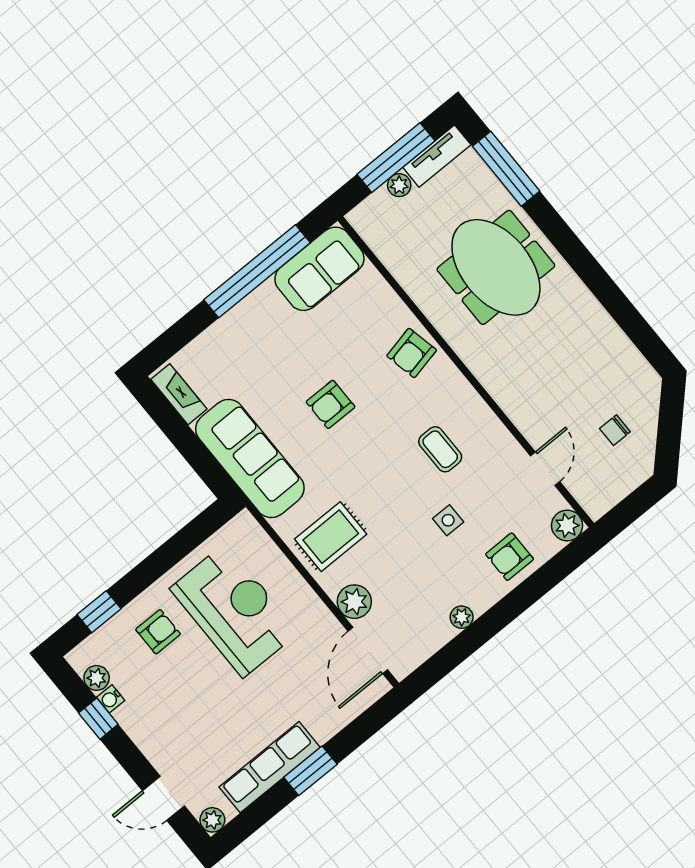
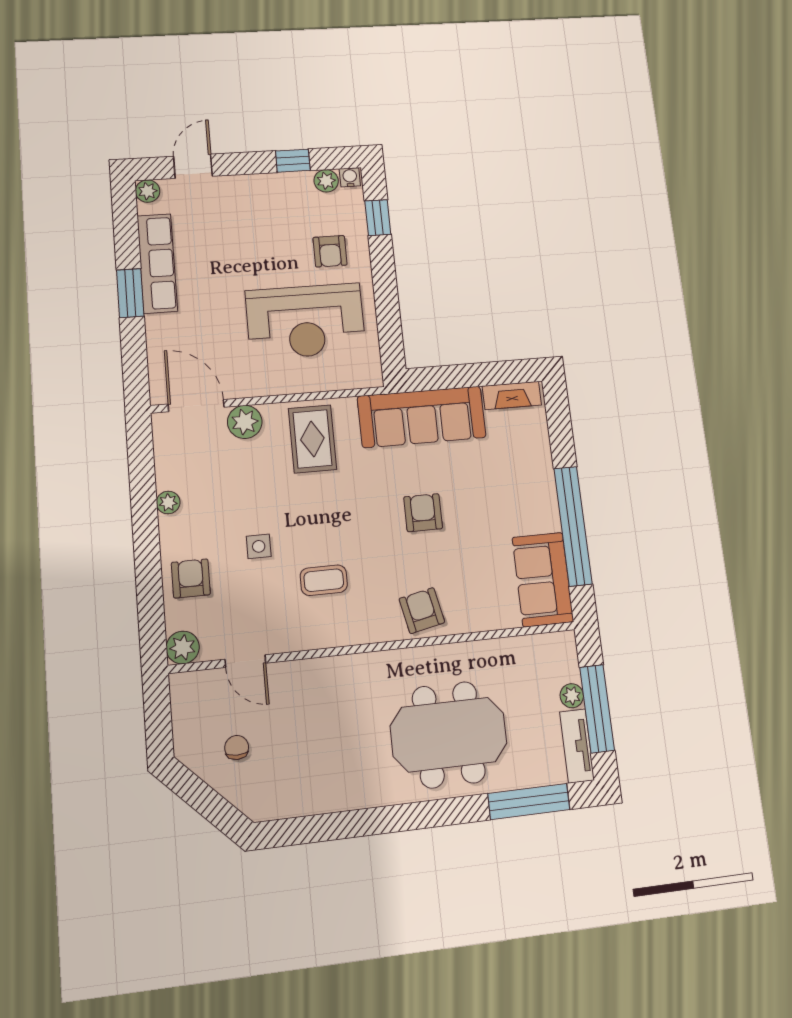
water cooler: (111, 699) -> (350, 177), moved

